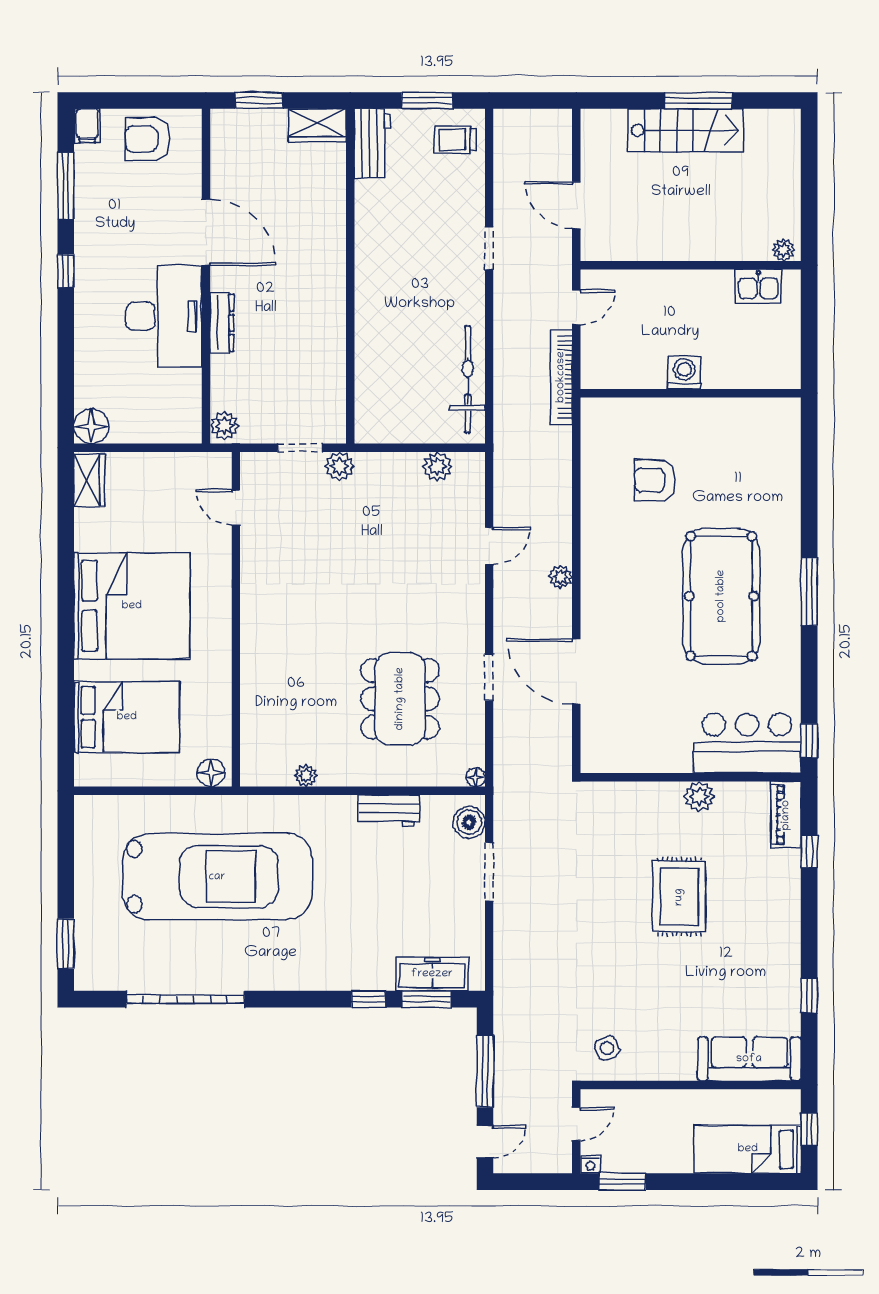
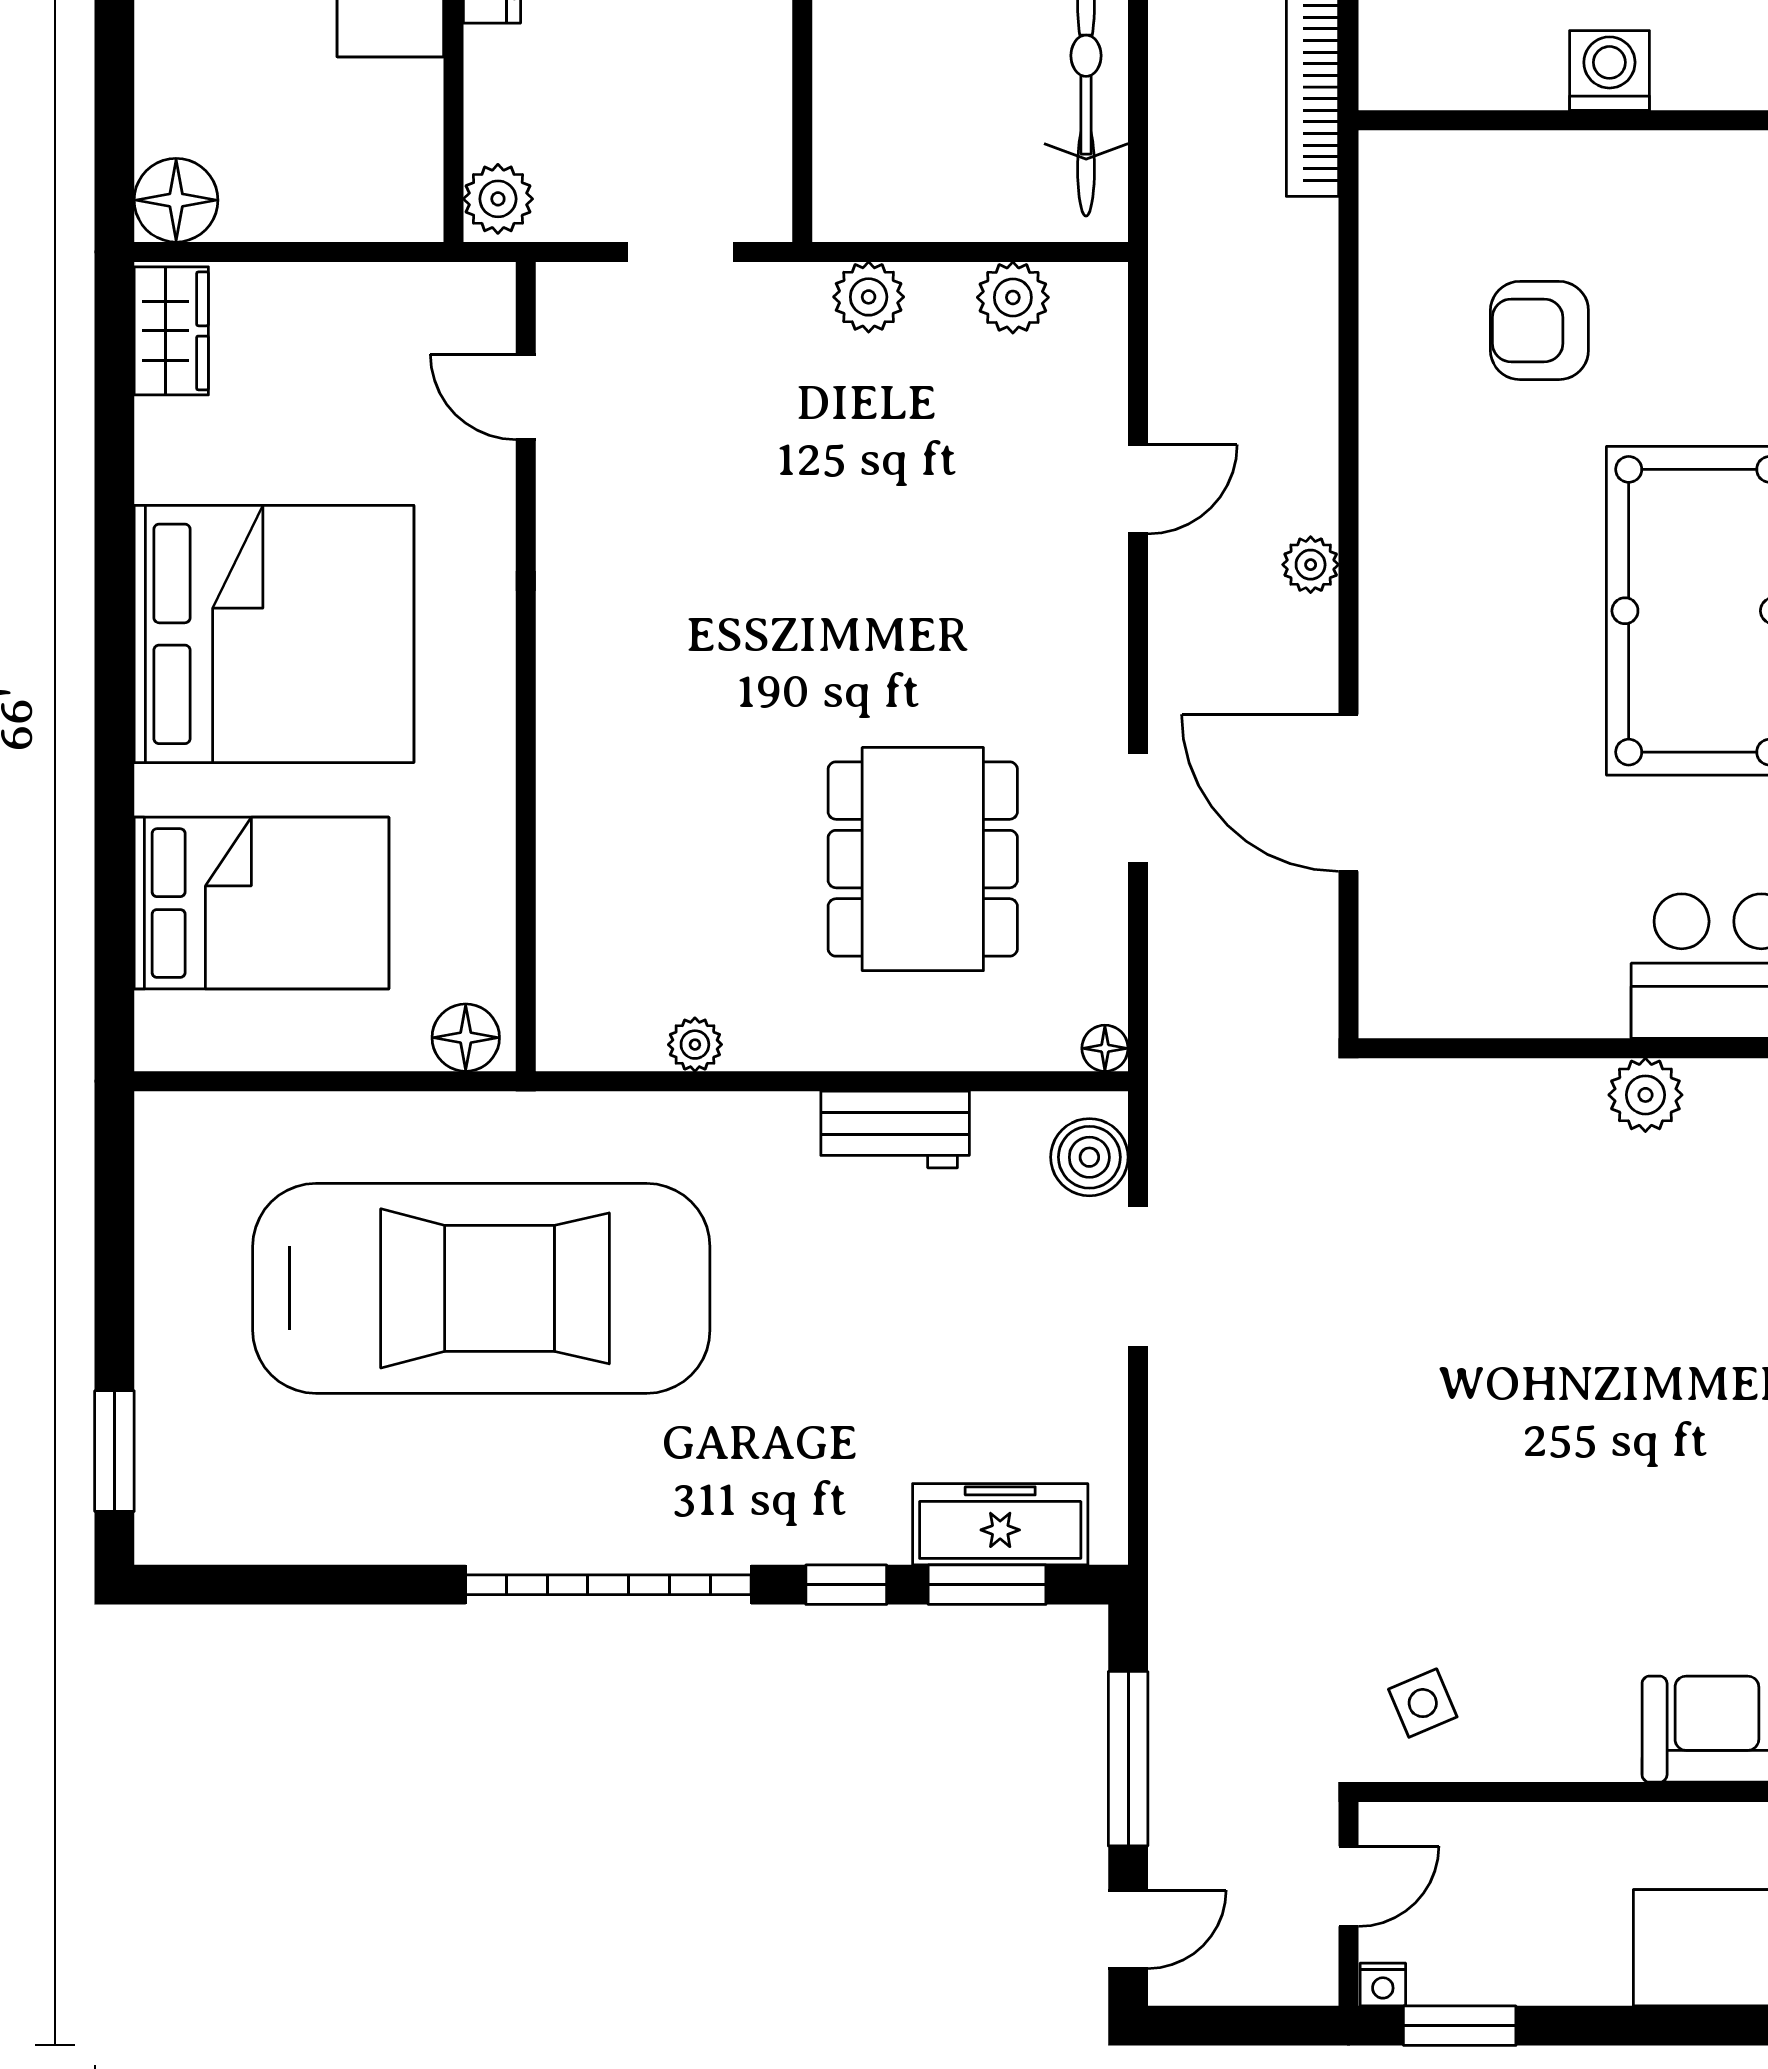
plant: (339, 466) -> (869, 297), moved
rug: (679, 897) -> (1597, 1337), removed
garage door: (185, 999) -> (608, 1585), moved

